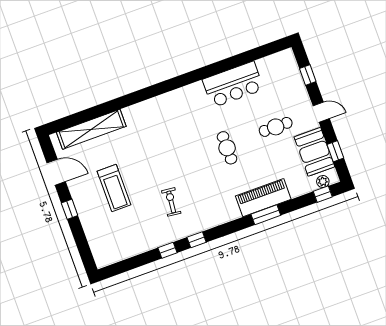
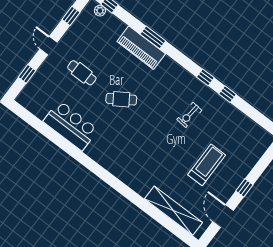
cafe table: (227, 148) -> (121, 99), turned 57
booth: (314, 152) -> (82, 31), removed

